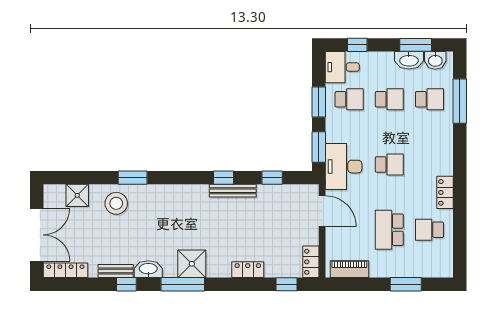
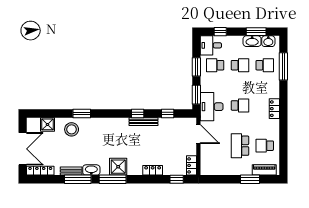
school desk: (349, 99) -> (215, 65), turned 180
locker: (445, 192) -> (274, 109), moved
piano: (349, 269) -> (264, 170), moved
window: (126, 284) -> (78, 179), width x2.17

